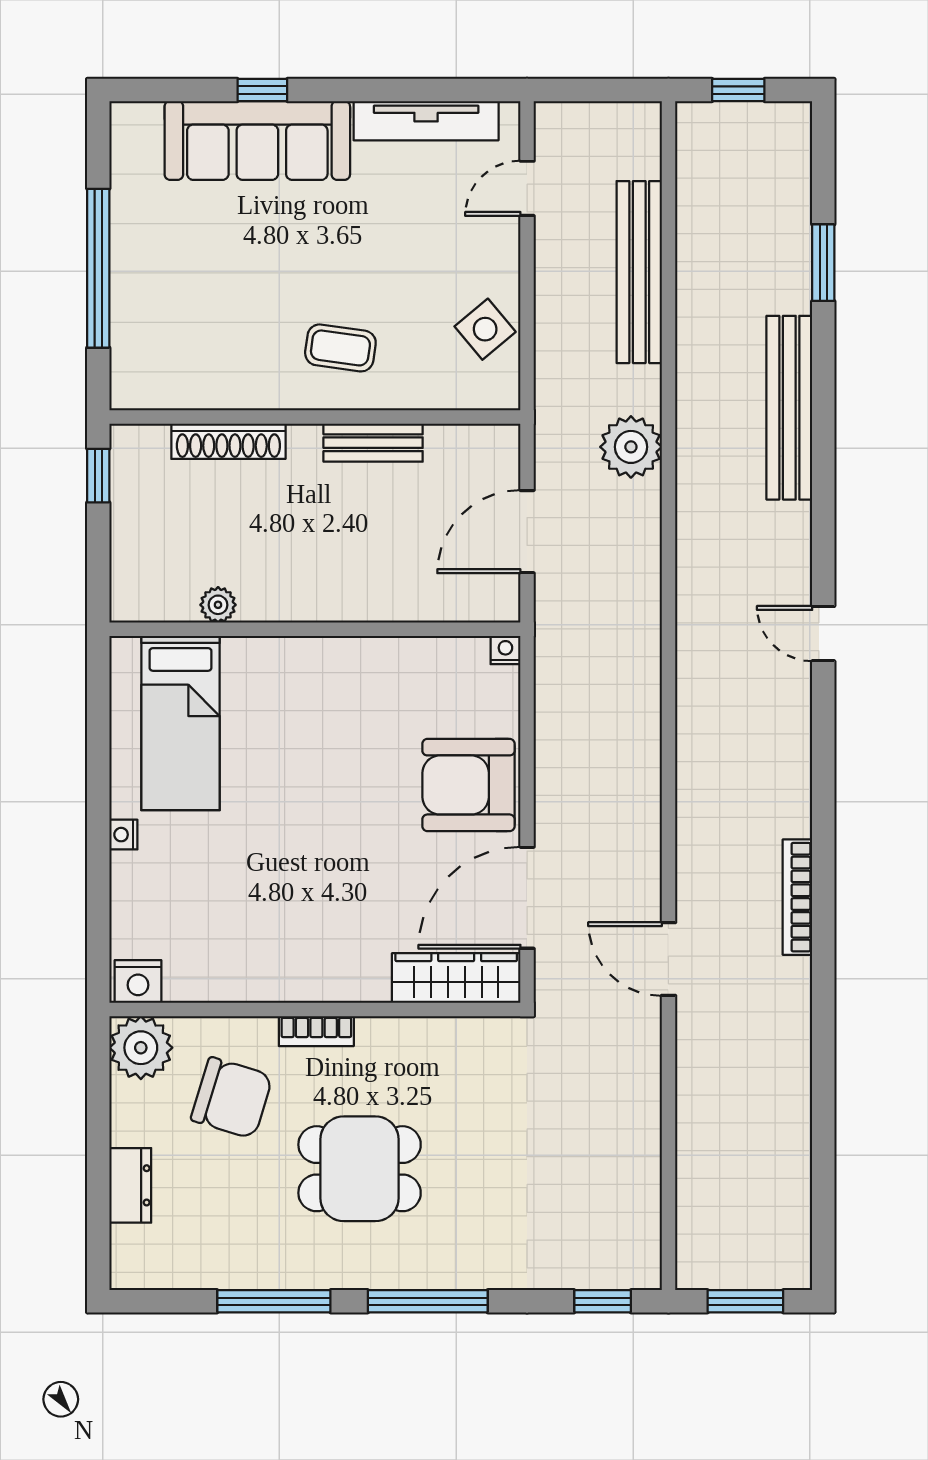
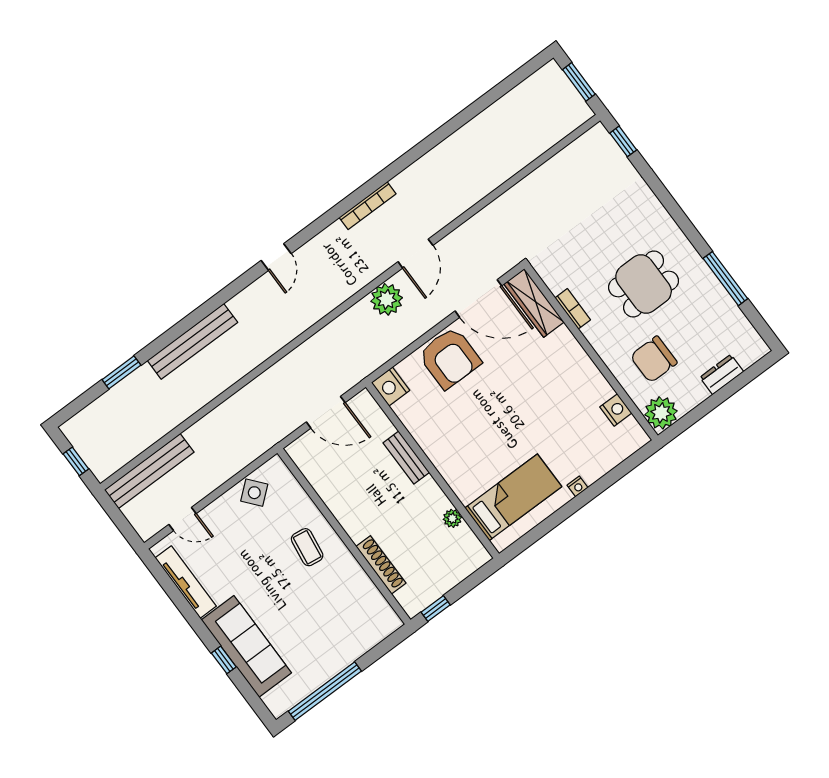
window: (98, 268) -> (325, 691), moved
bench: (639, 272) -> (149, 471), moved
bench: (373, 443) -> (406, 458), moved
plant: (631, 447) -> (387, 299), moved
nightstand: (505, 650) -> (391, 386), width x1.89, depth x1.79
bookcase: (797, 897) -> (368, 206), moved
door: (668, 959) -> (415, 254), moved
nightstand: (138, 981) -> (616, 410), moved
bookcase: (316, 1031) -> (573, 309), moved
chair: (232, 1098) -> (654, 359), turned -107
dining table: (360, 1169) -> (644, 284), turned 90
window: (428, 1301) -> (678, 214), removed

